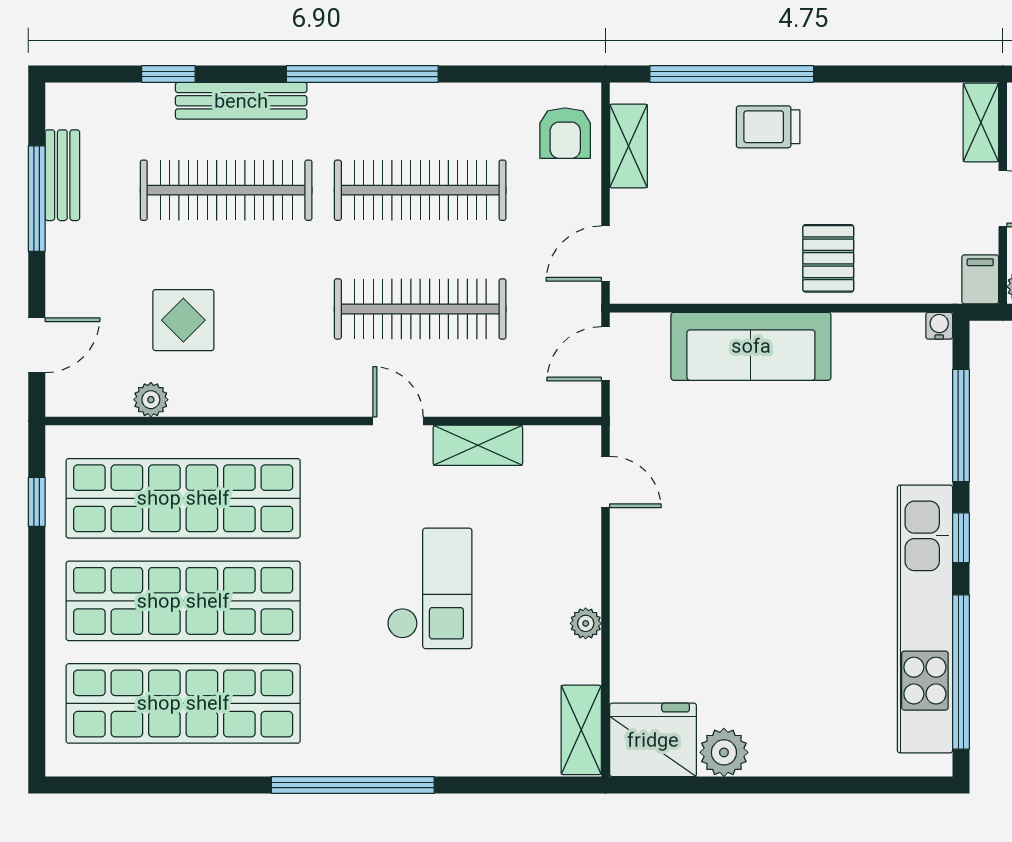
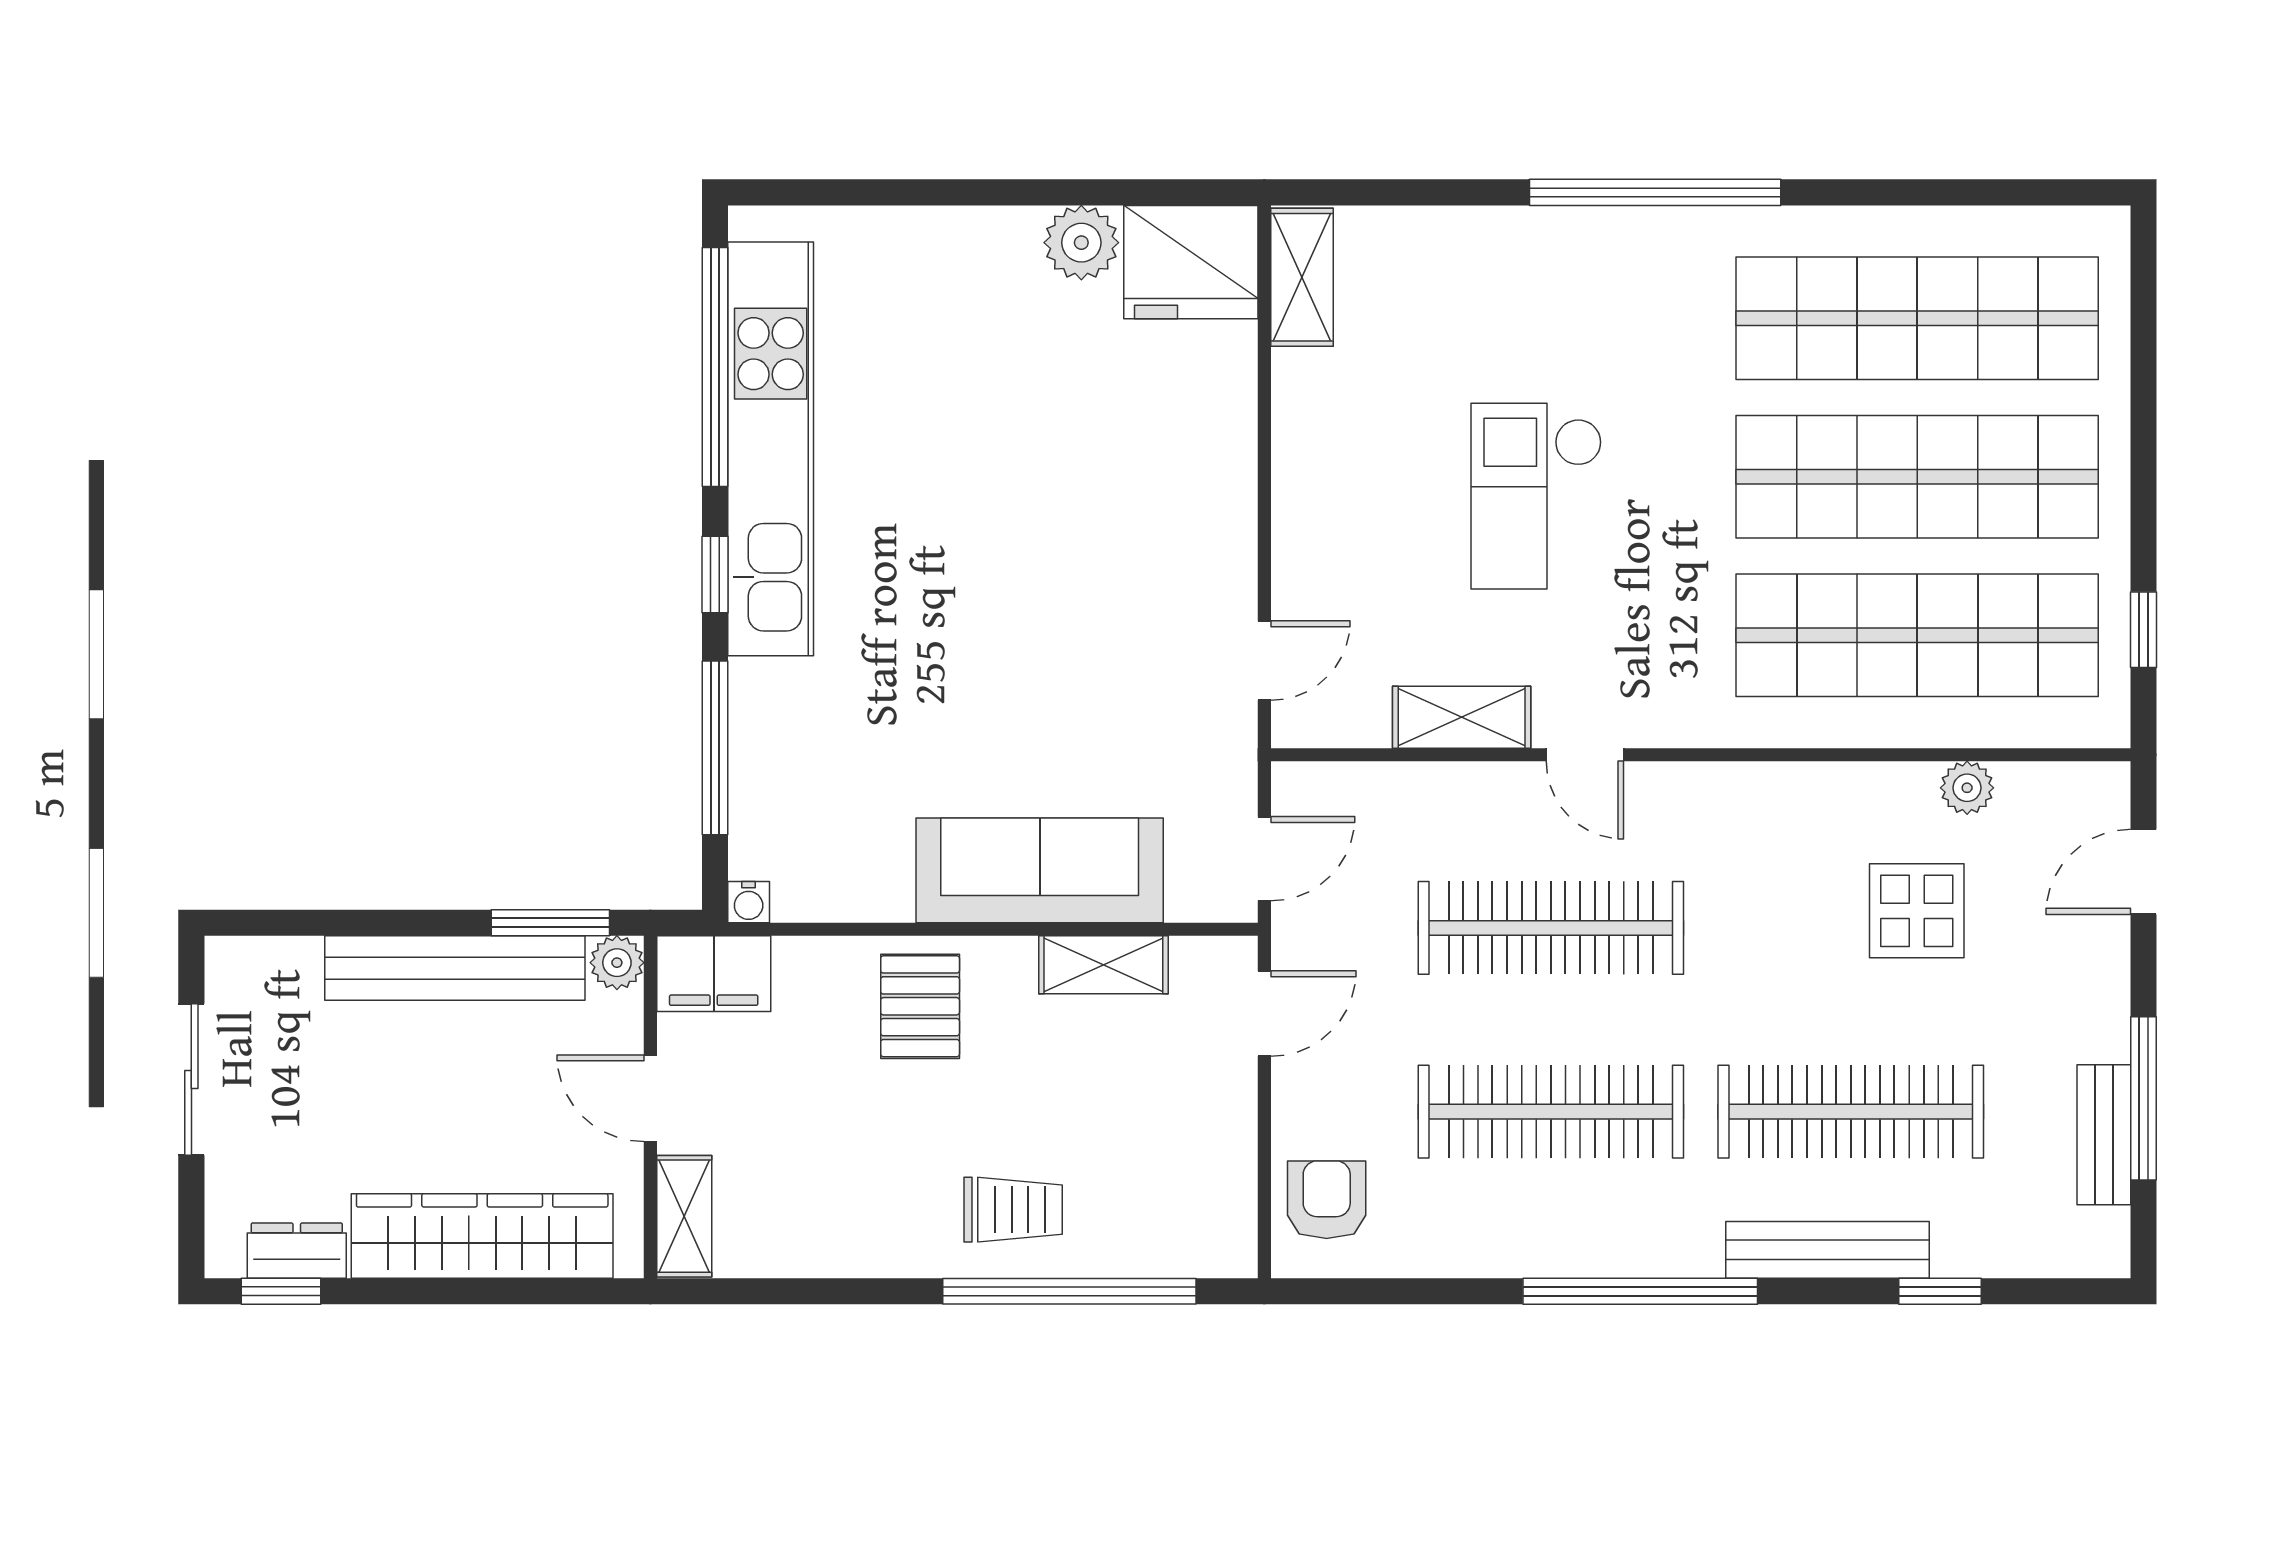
shelving: (628, 146) -> (1103, 965), moved, turned 90
filing cabinet: (980, 279) -> (714, 974), width x2.00
door: (605, 482) -> (1264, 661), swing flipped
plant: (586, 623) -> (1295, 442), removed

